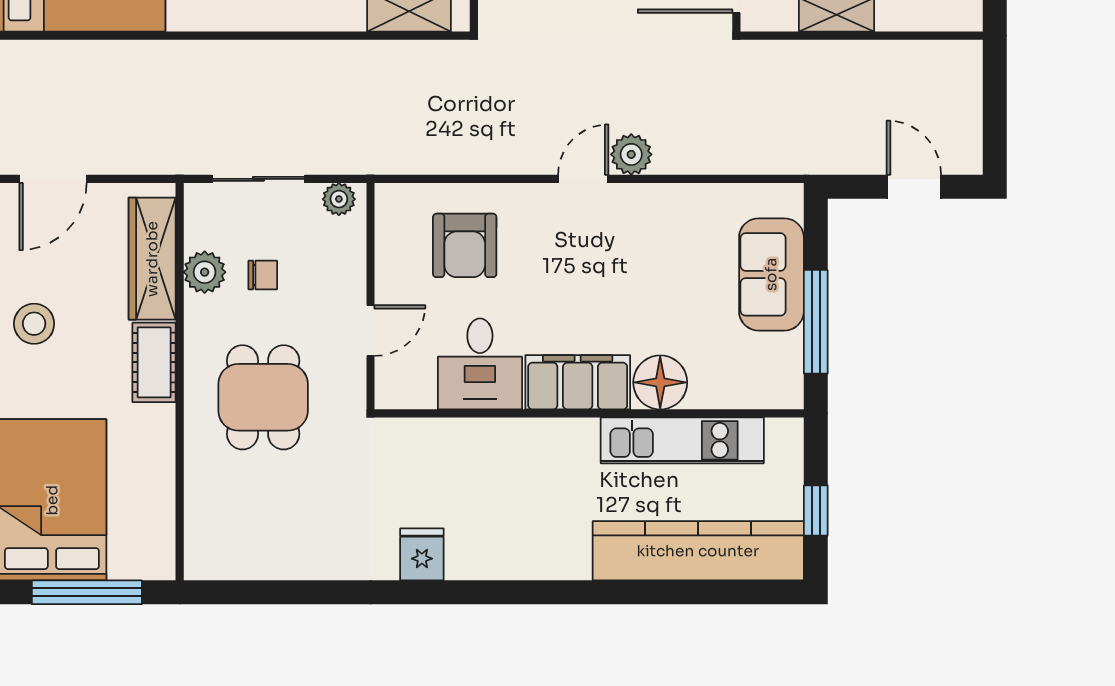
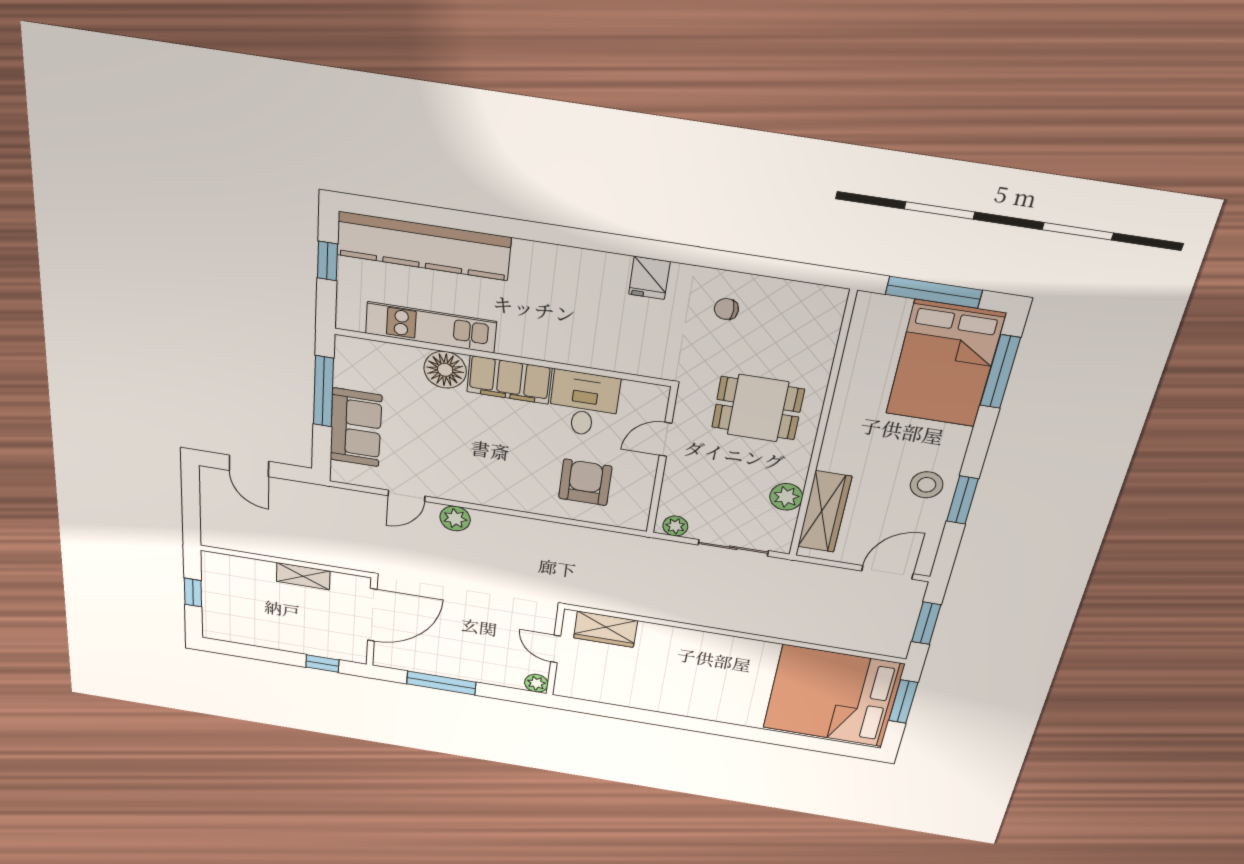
door: (583, 179) -> (406, 496), moved
chair: (263, 275) -> (726, 309), moved
cot: (154, 362) -> (839, 445), removed
dining table: (263, 397) -> (758, 408), turned 90

